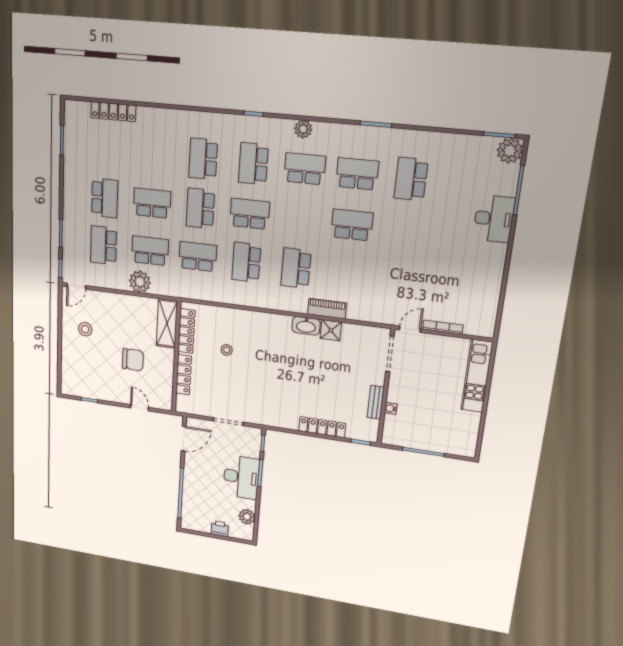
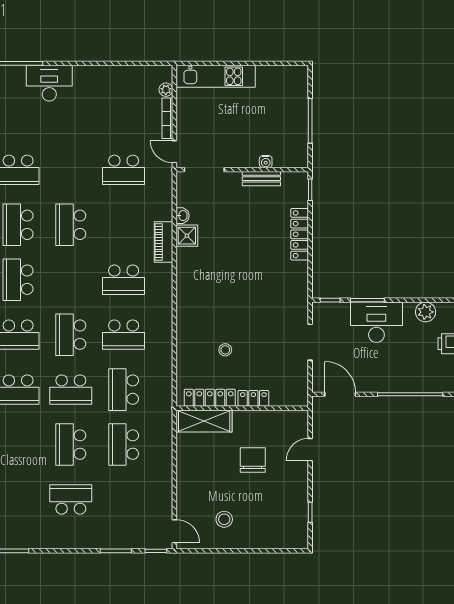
school desk: (103, 245) -> (124, 170), moved
plant: (140, 282) -> (166, 90), moved, width x0.53, depth x0.53
washbasin: (306, 326) -> (183, 216), moved, width x0.52, depth x0.69
locker: (184, 375) -> (253, 398), width x0.66

